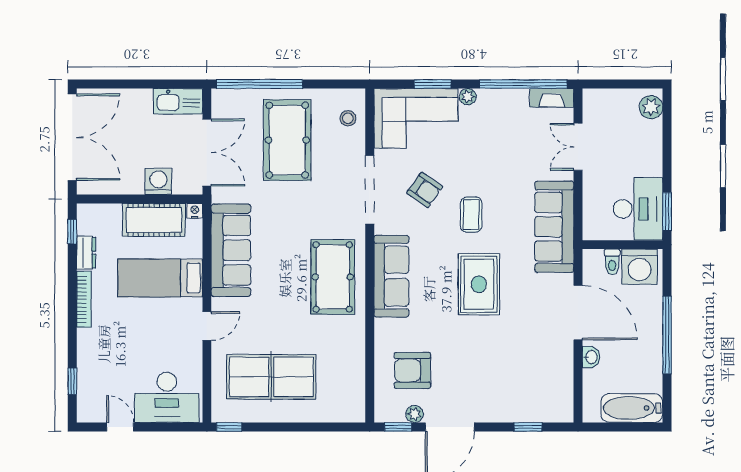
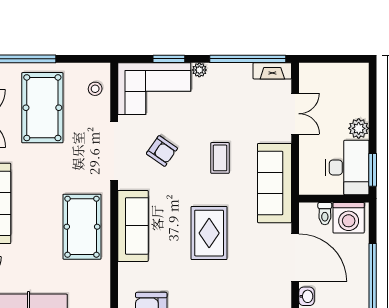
plant: (651, 107) -> (359, 128), moved
double door: (578, 147) -> (295, 114), swing flipped
coffee table: (471, 215) -> (220, 158), moved

